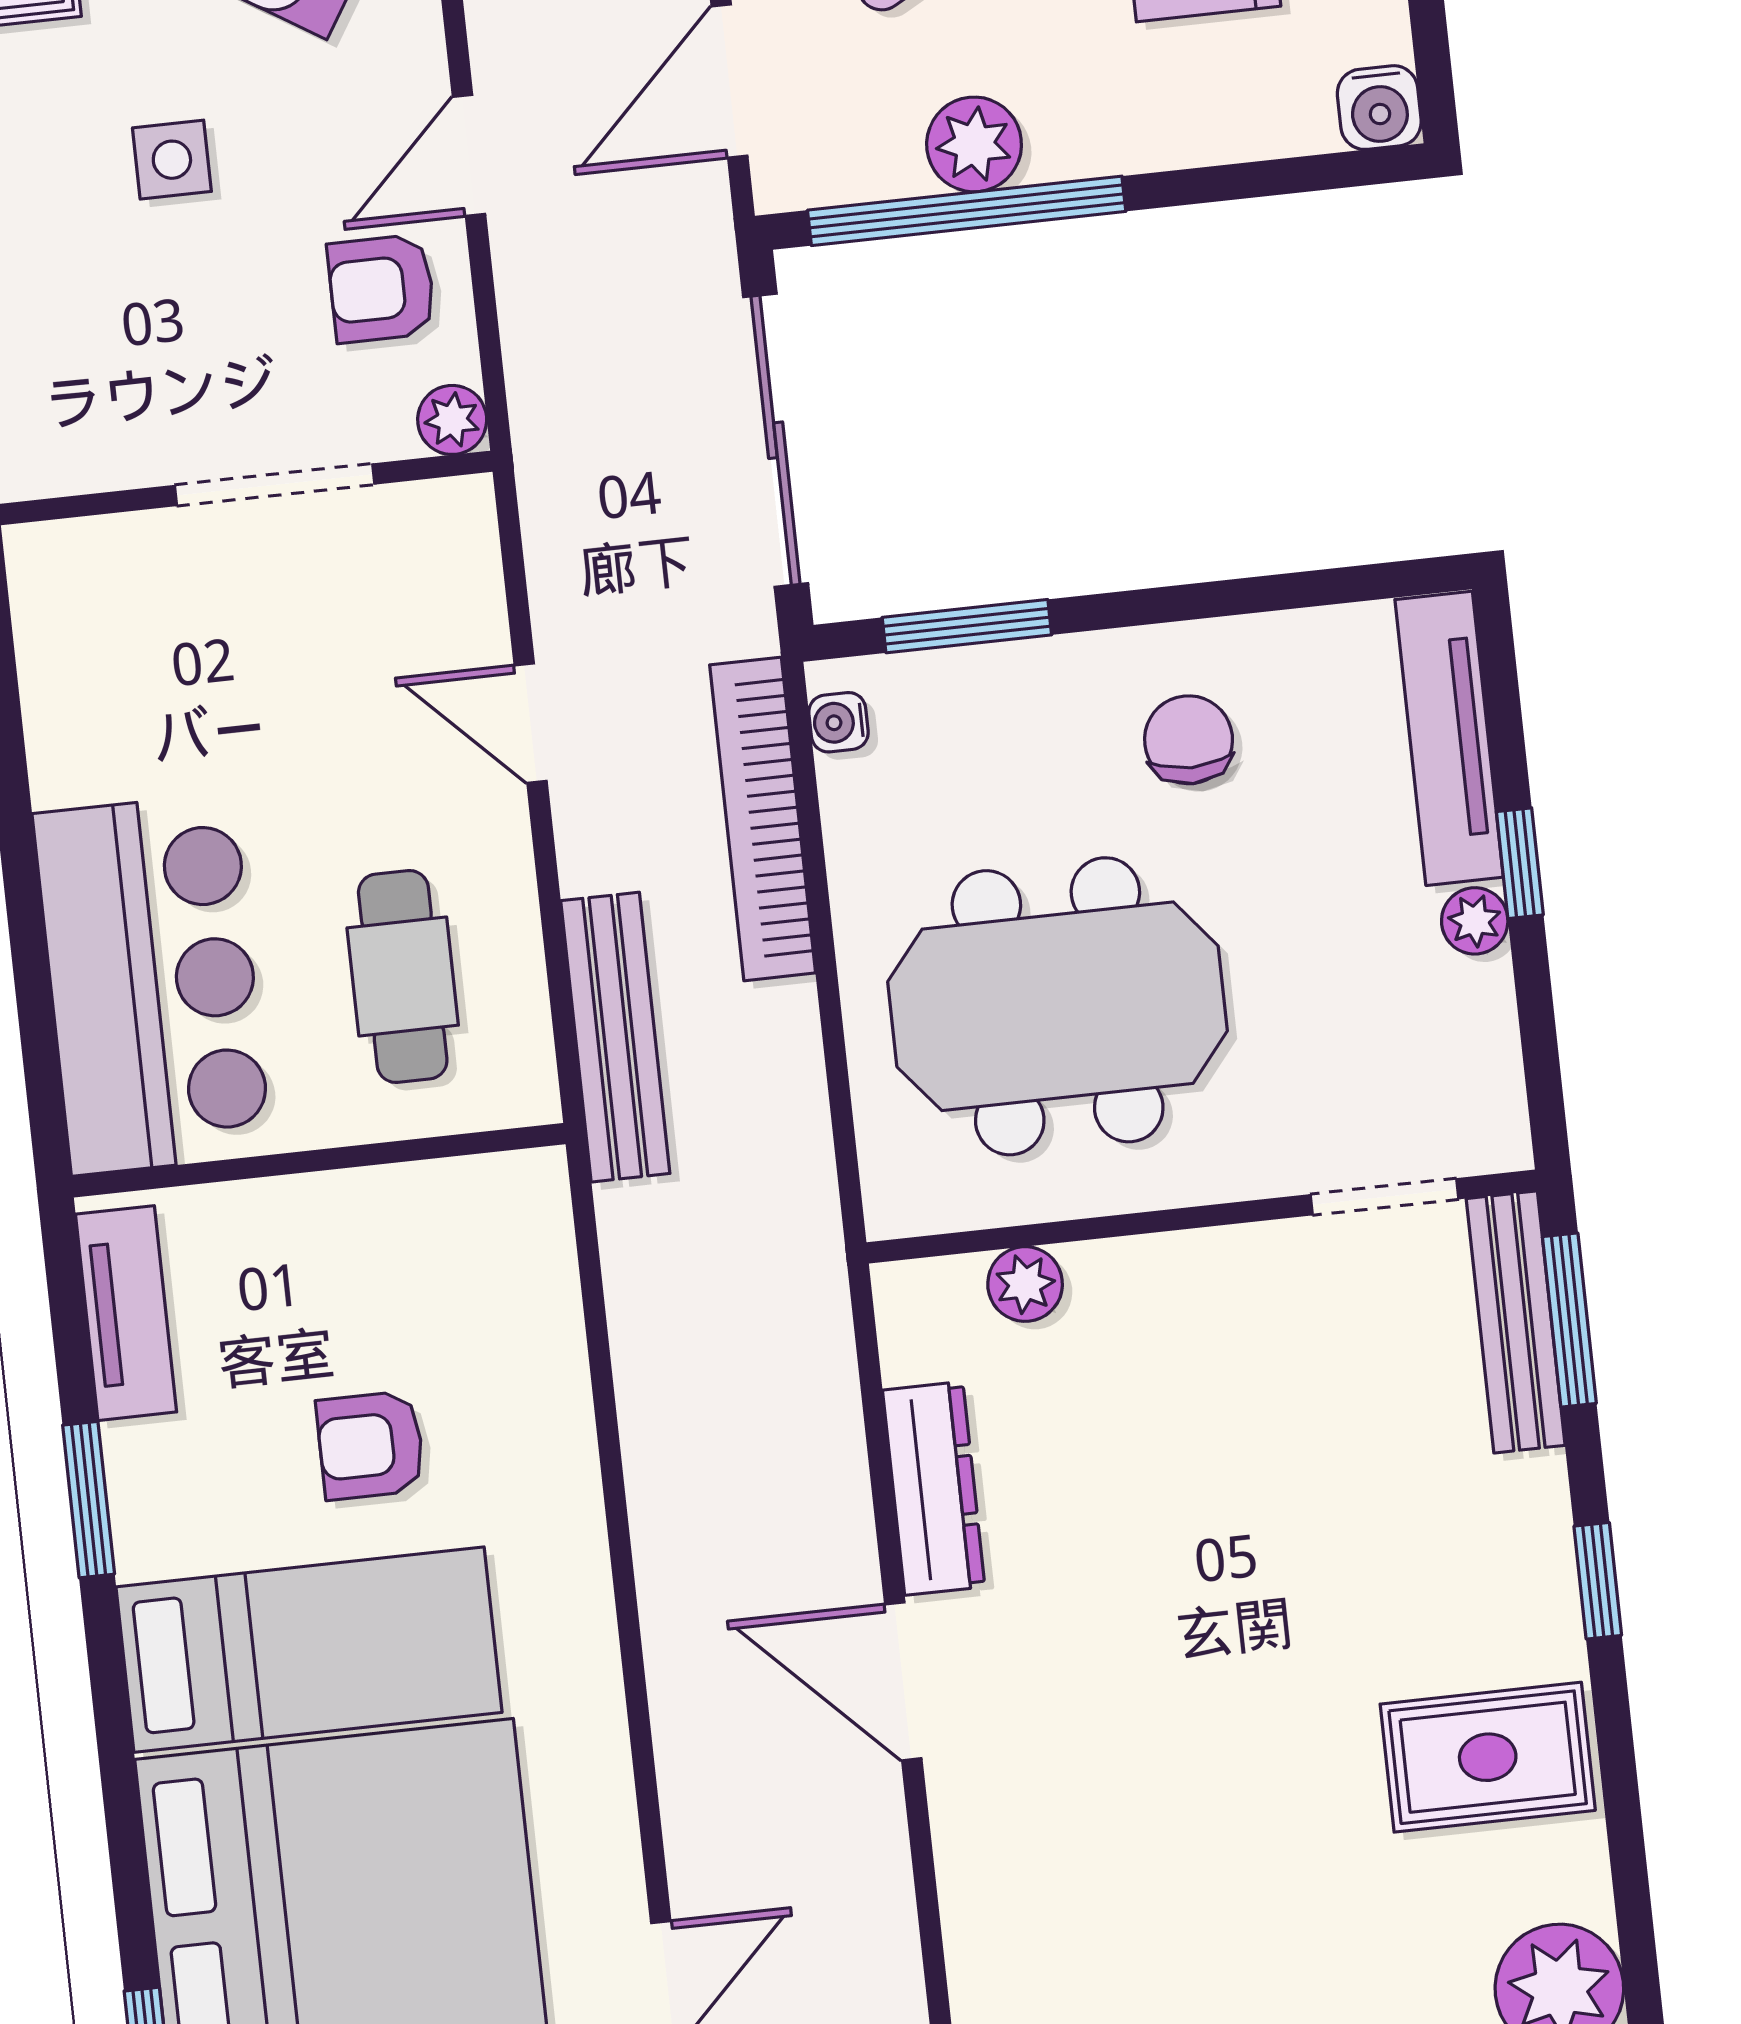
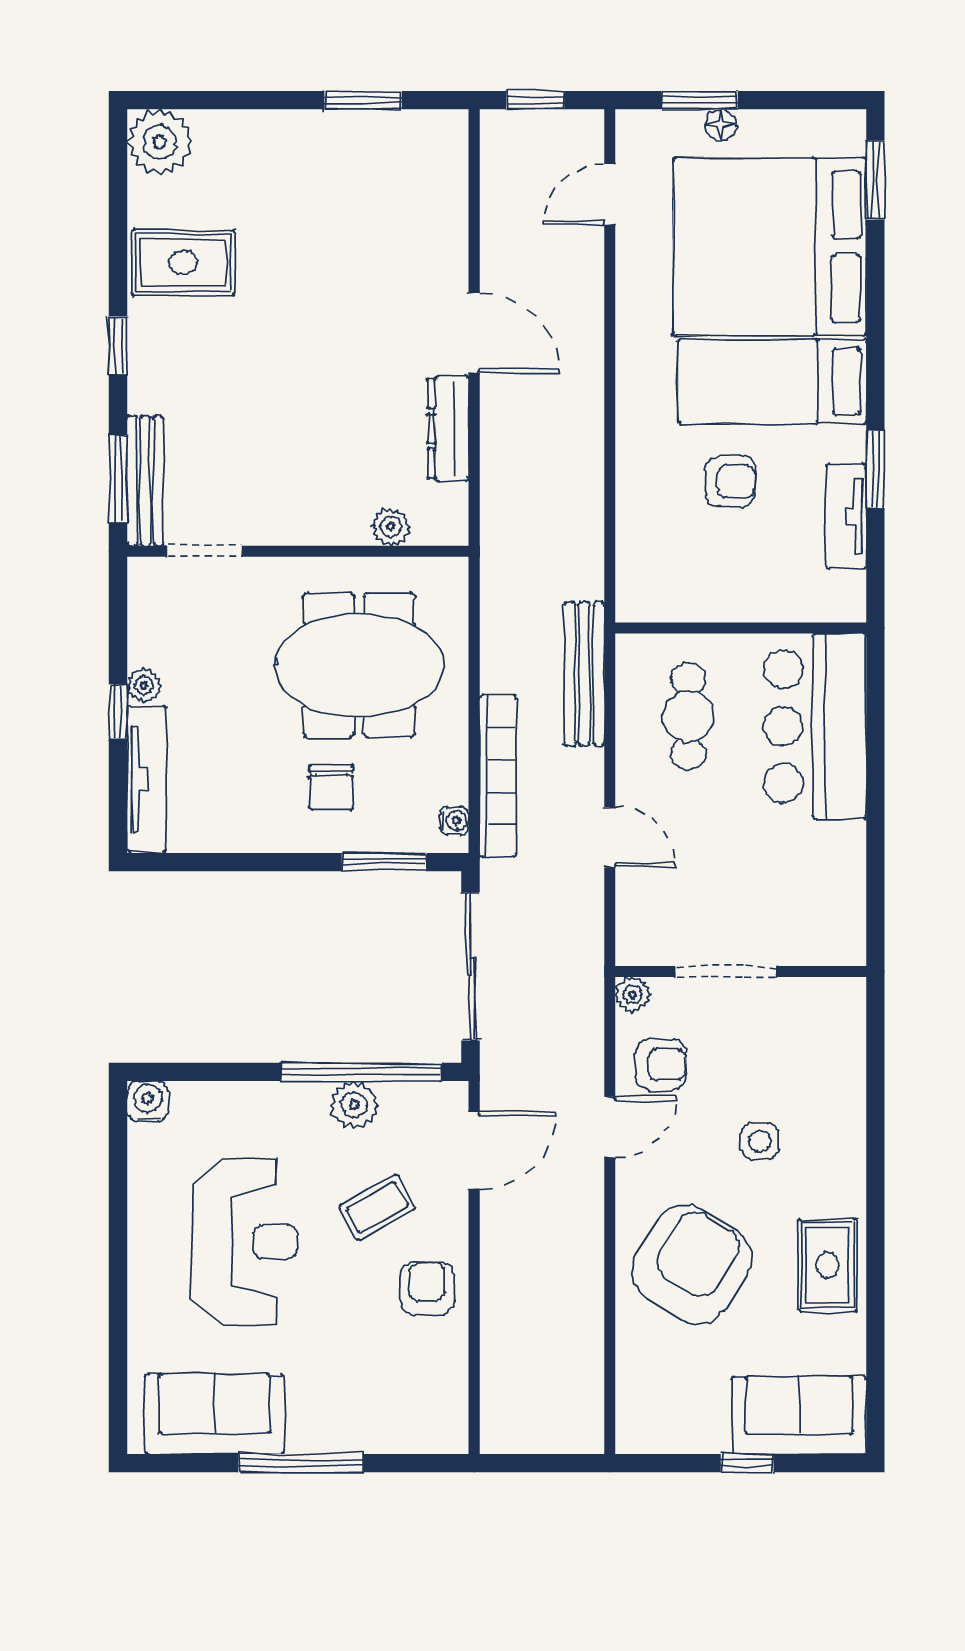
chair: (1189, 740) -> (331, 787), moved
tv unit: (126, 1313) -> (846, 516), moved

